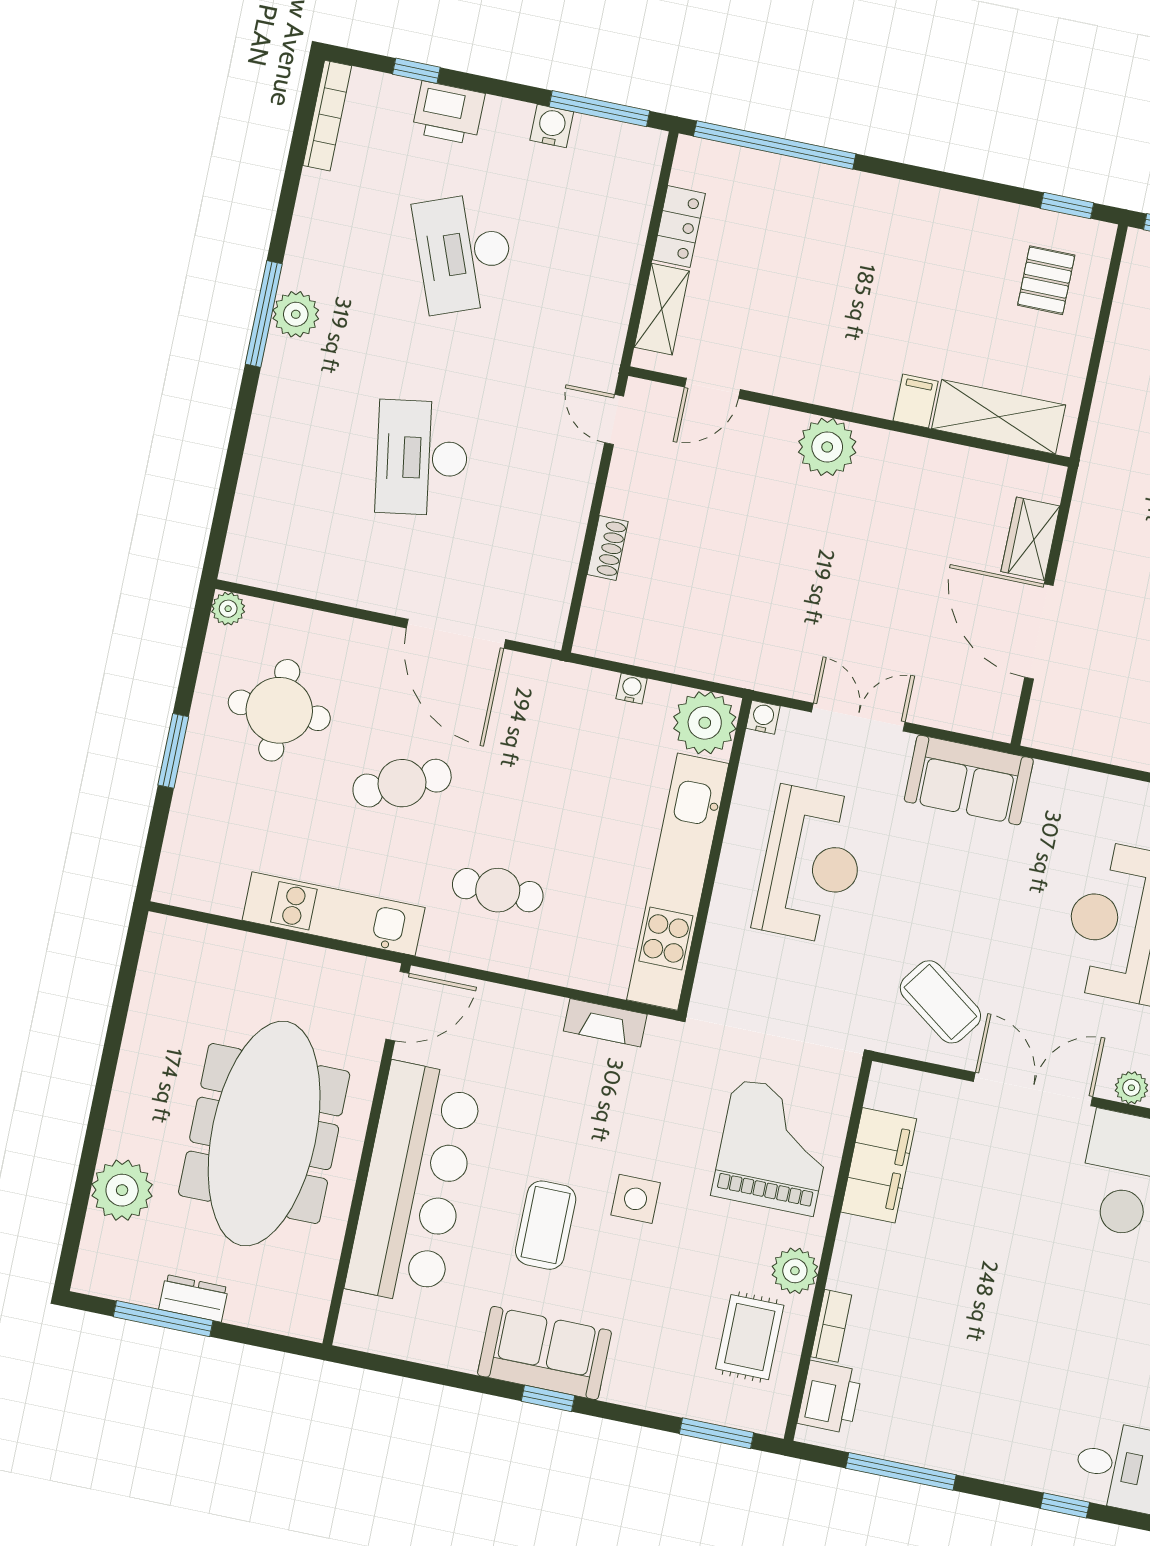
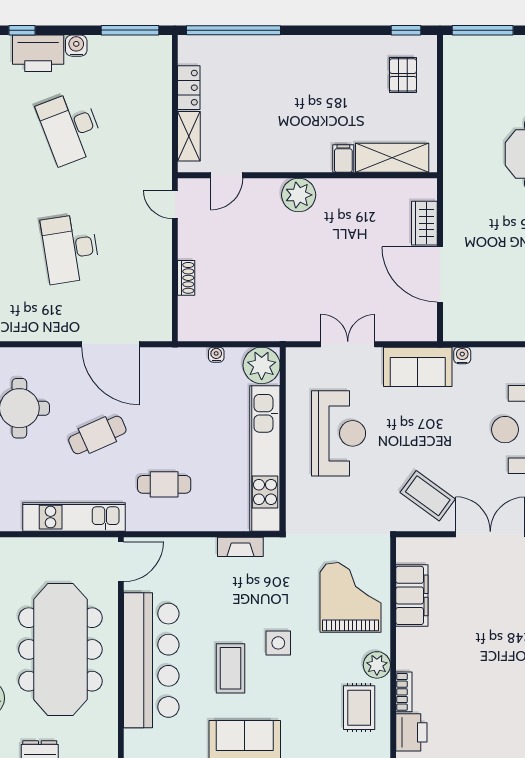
printer: (448, 113) -> (38, 53), width x1.37, depth x1.19
water cooler: (552, 126) -> (76, 46), moved
water cooler: (763, 717) -> (462, 355), moved

